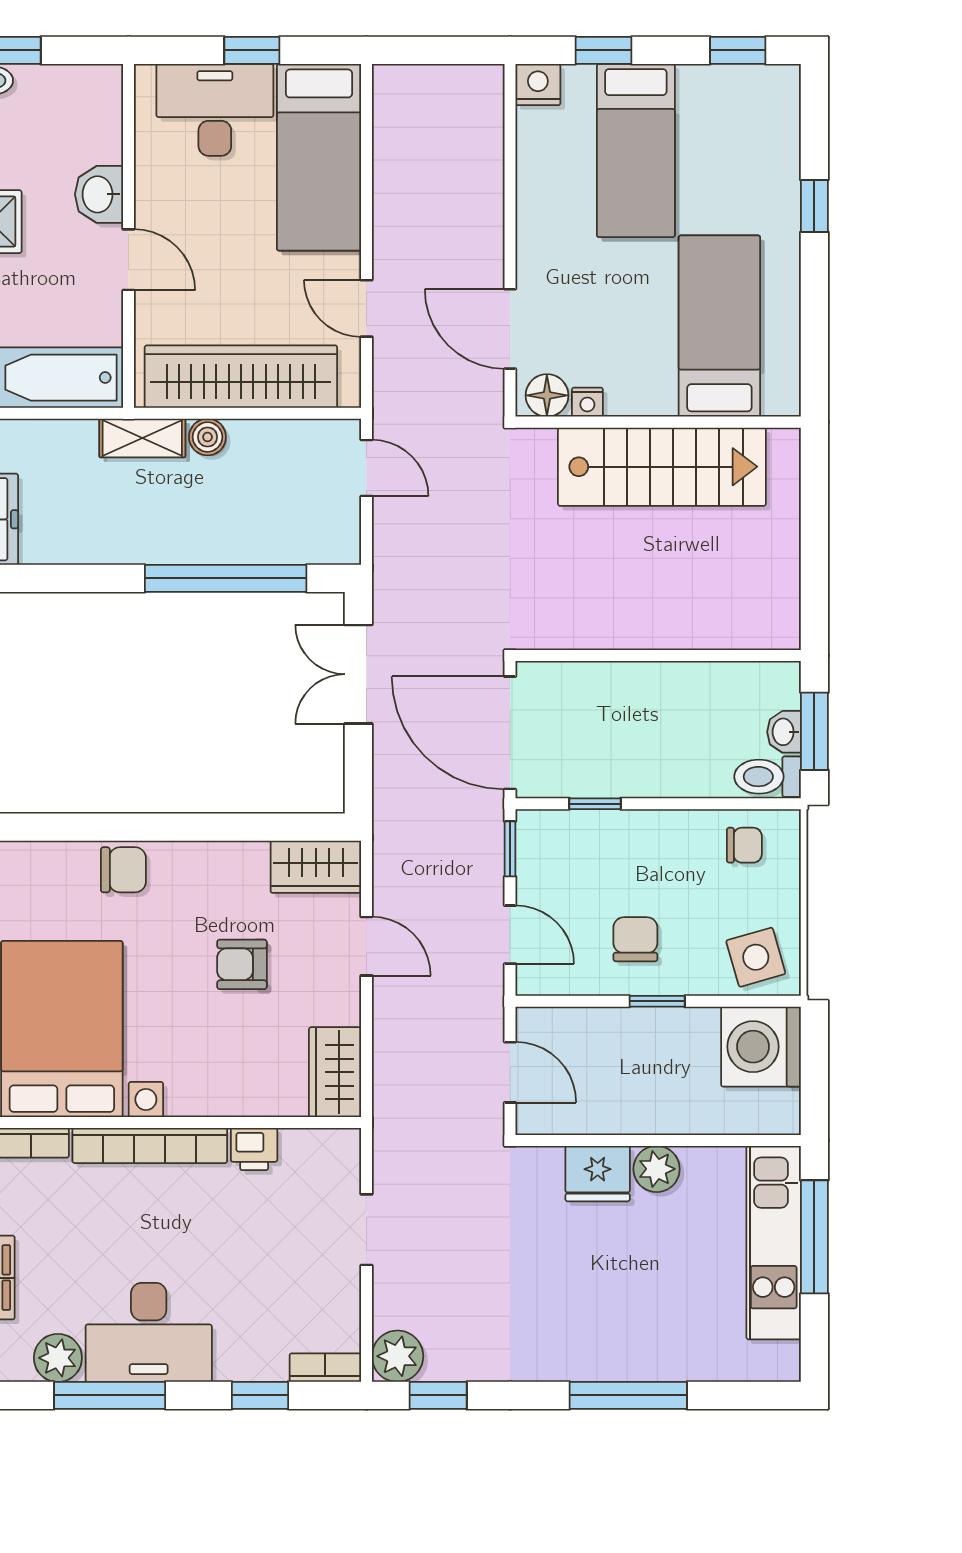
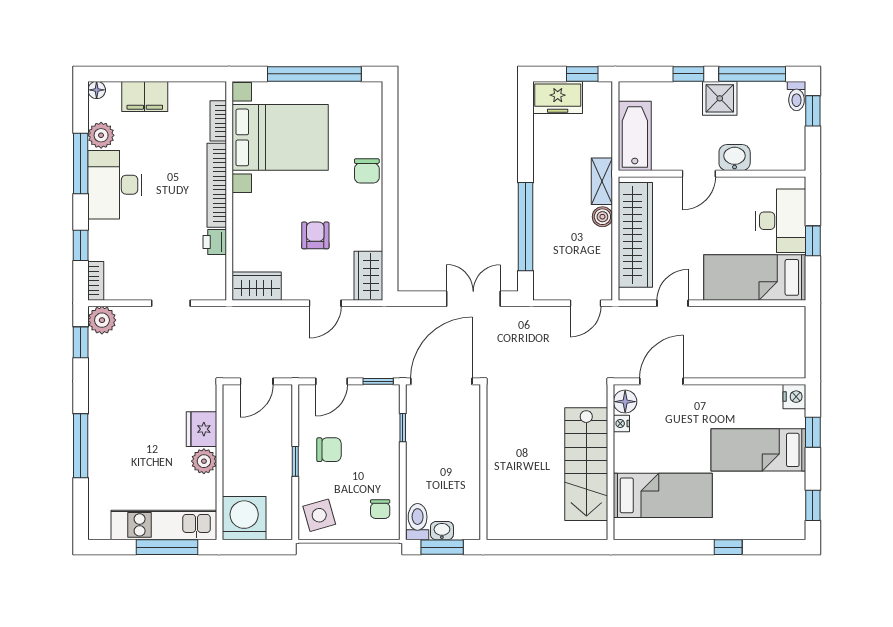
washing machine: (761, 1047) -> (244, 518), moved

